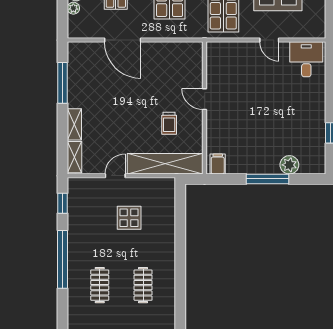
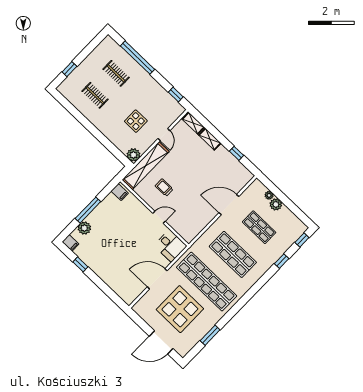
door: (269, 40) -> (157, 279), width x1.87
desk: (306, 59) -> (170, 246), moved
window: (62, 83) -> (237, 153), width x0.46
filing cabinet: (318, 164) -> (70, 243), added
plant: (166, 187) -> (133, 155), added
window: (62, 259) -> (137, 58), moved

